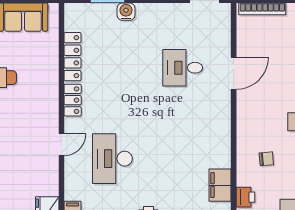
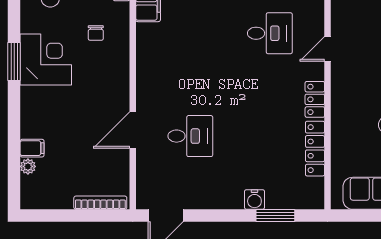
desk: (112, 159) -> (270, 33), width x0.73
chair: (266, 159) -> (96, 33), turned -85

